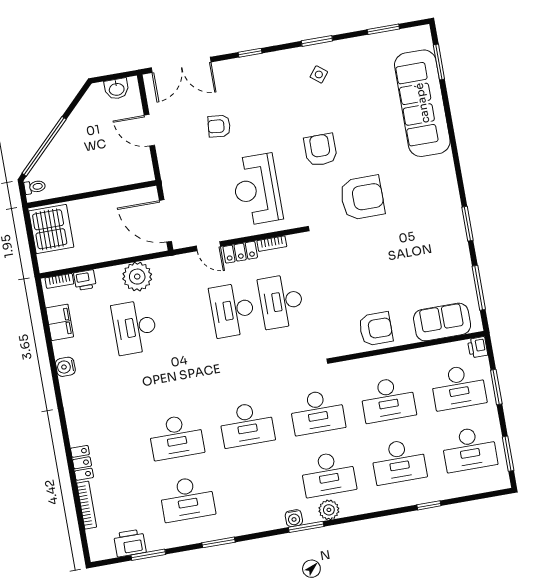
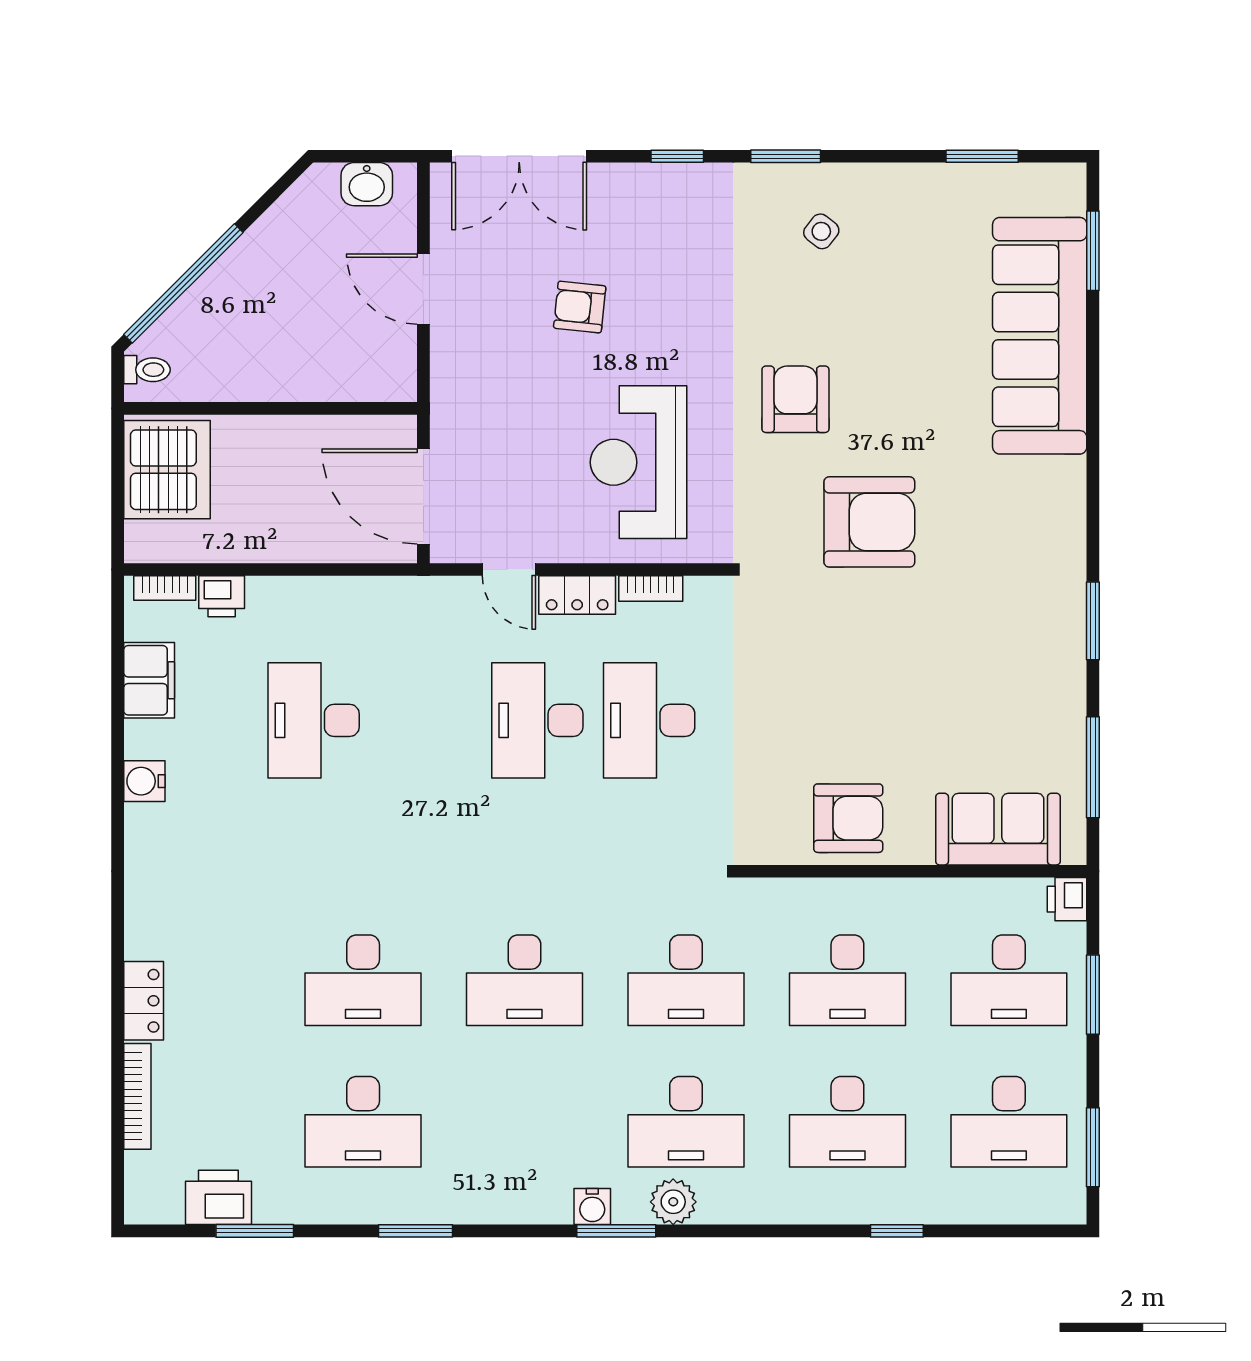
window: (317, 41) -> (786, 156), moved
plant: (137, 277) -> (339, 609), removed

